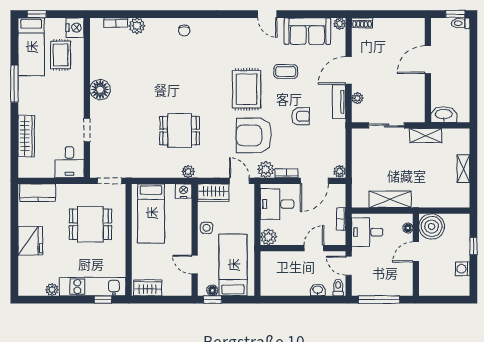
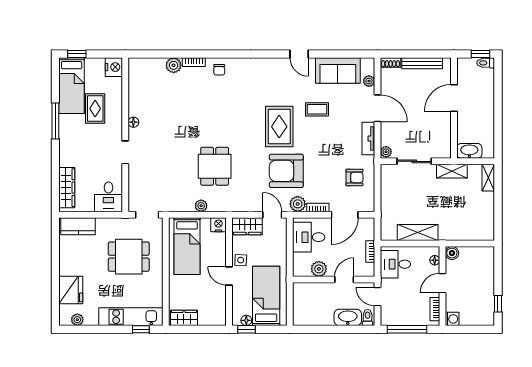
bookcase: (116, 22) -> (194, 62), moved
plant: (340, 24) -> (369, 81), moved
bench: (395, 24) -> (422, 63), added
rug: (61, 55) -> (95, 109), moved
door: (349, 70) -> (378, 108), swing flipped
floor lamp: (100, 90) -> (133, 122), width x0.53, depth x0.53
plant: (357, 98) -> (386, 152), moved
armchair: (301, 116) -> (354, 177), moved
doorway: (87, 130) -> (125, 152), moved
dining table: (180, 131) -> (215, 166), turned 90
wardrobe: (26, 136) -> (67, 188), moved
shelving: (463, 169) -> (488, 178), moved
plant: (188, 171) -> (201, 206), moved
plant: (340, 171) -> (369, 205), removed
boiler: (432, 226) -> (452, 253), width x0.54, depth x0.54
plant: (268, 237) -> (319, 269), moved
fridge: (30, 241) -> (71, 290), moved
window: (473, 246) -> (498, 304), moved
door: (195, 265) -> (229, 276), moved
washing machine: (463, 269) -> (452, 319), moved, turned 180
bookcase: (408, 279) -> (435, 309), added
plant: (52, 290) -> (77, 320), moved
washbasin: (318, 290) -> (348, 317), width x1.91, depth x1.45

